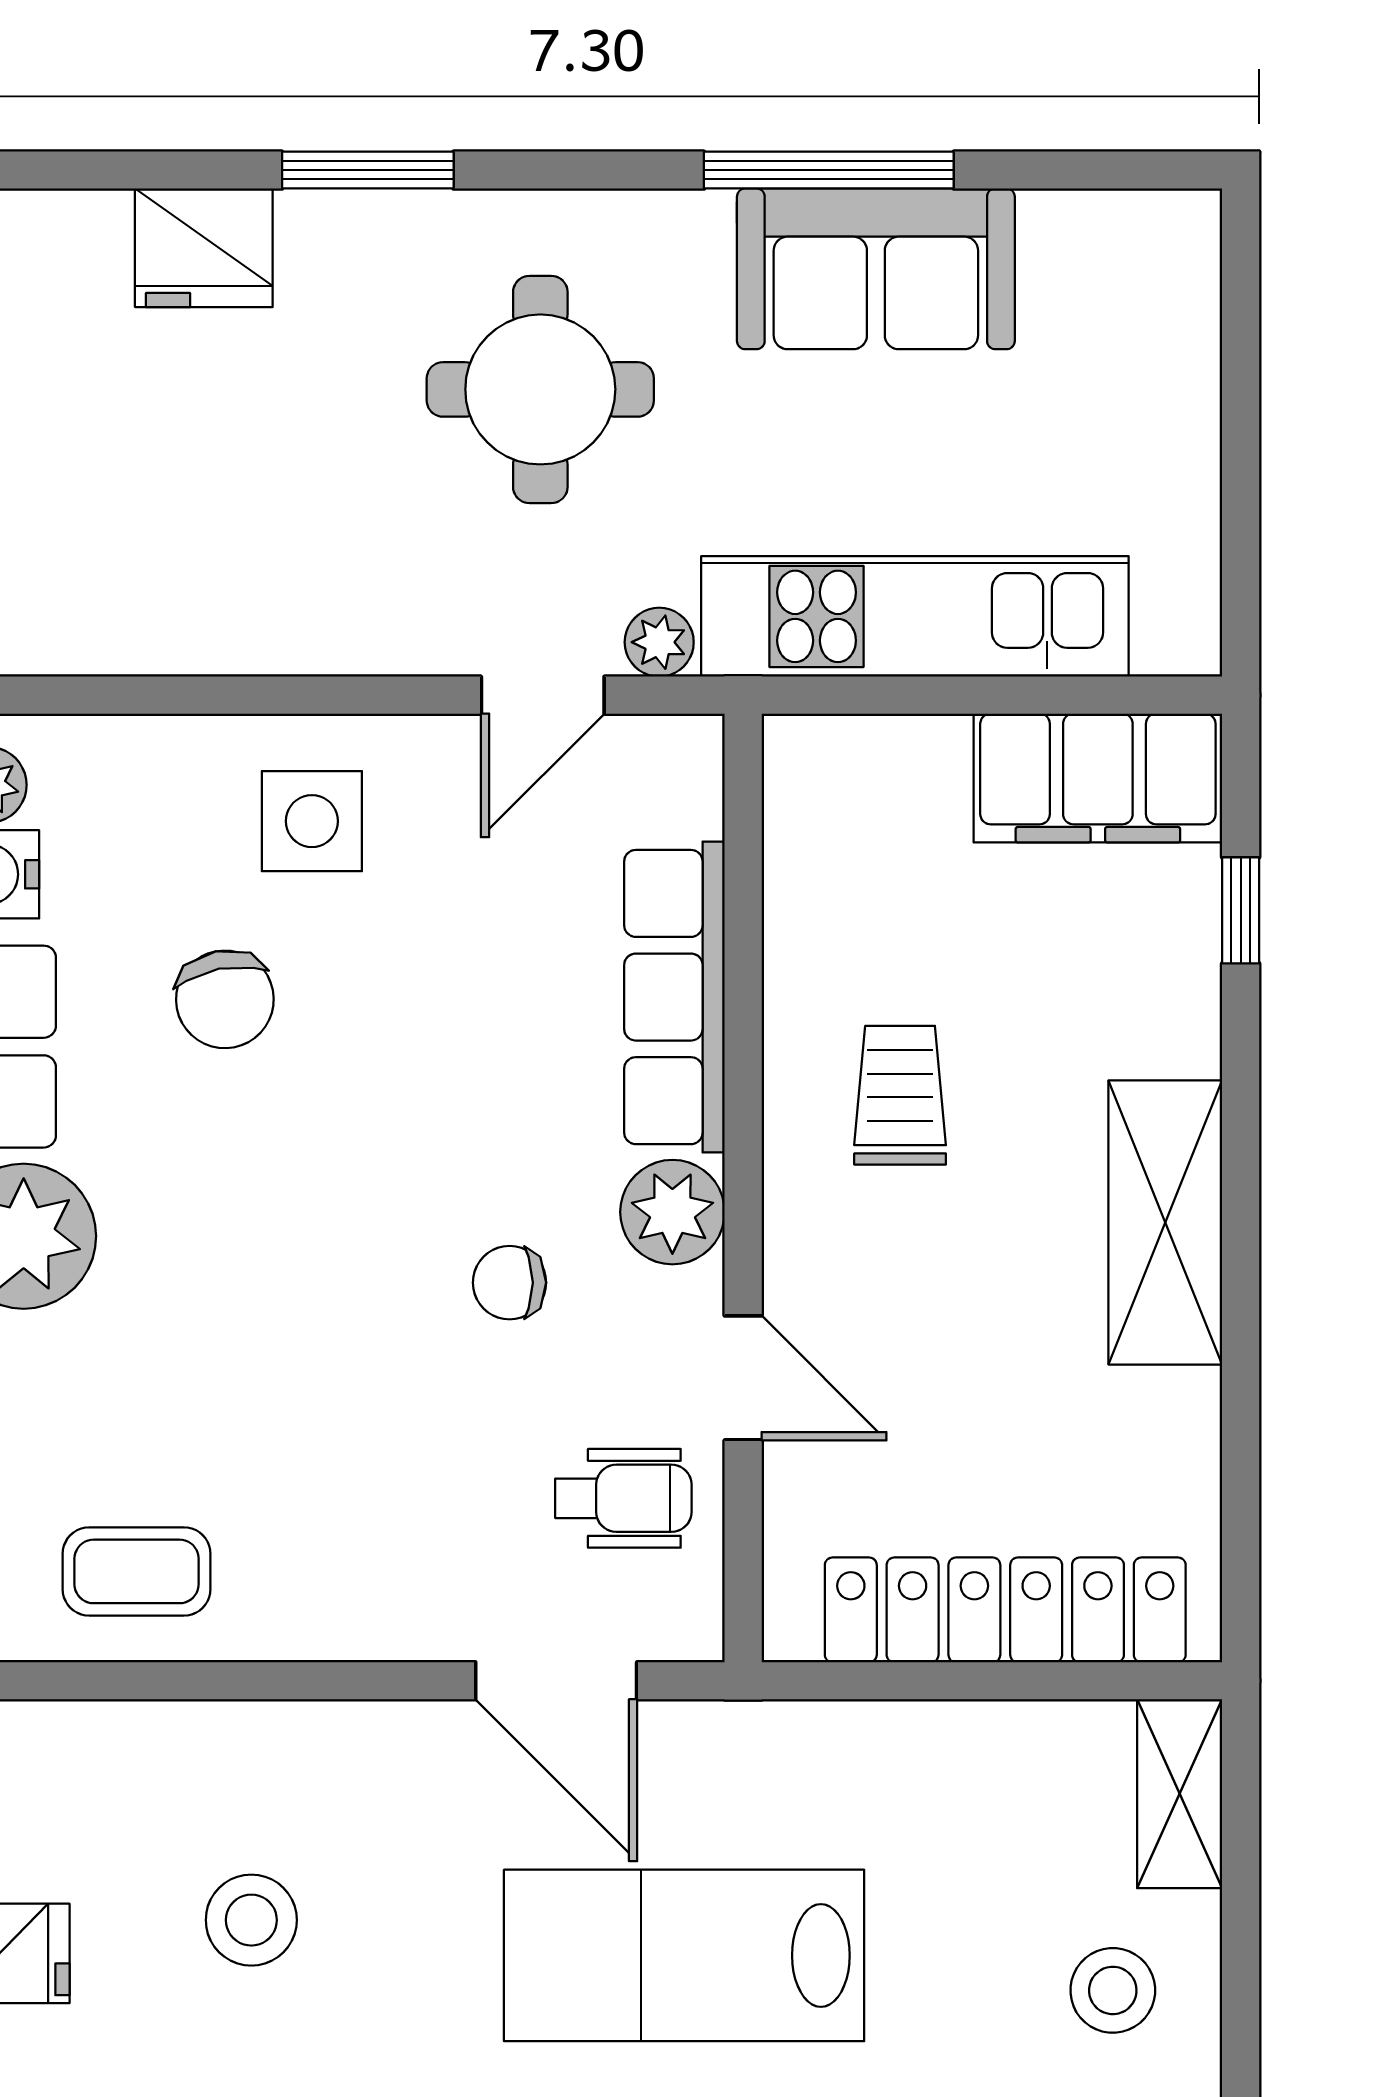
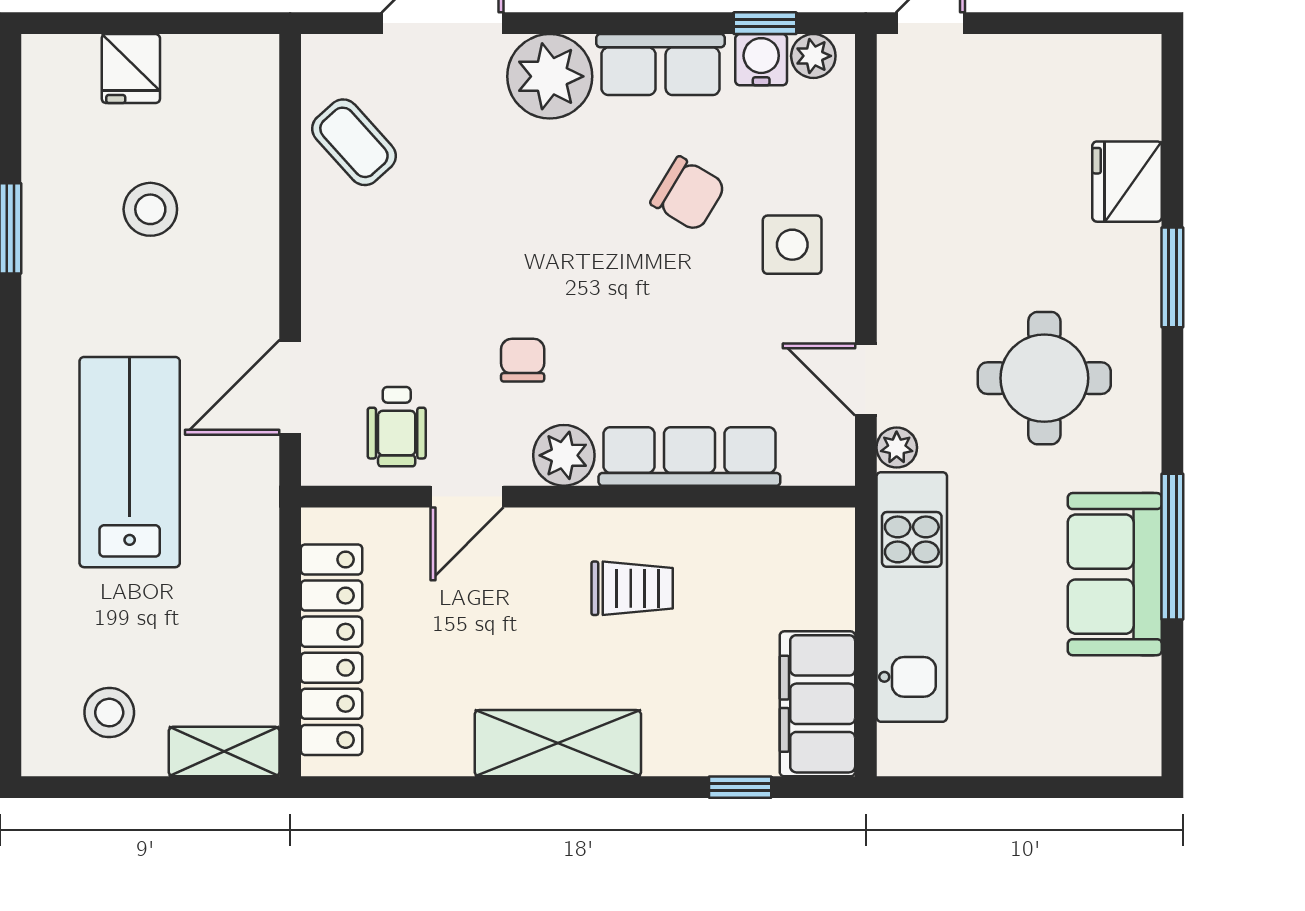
chair: (225, 999) -> (688, 194), turned -138
coffee table: (137, 1571) -> (354, 142), turned -42

